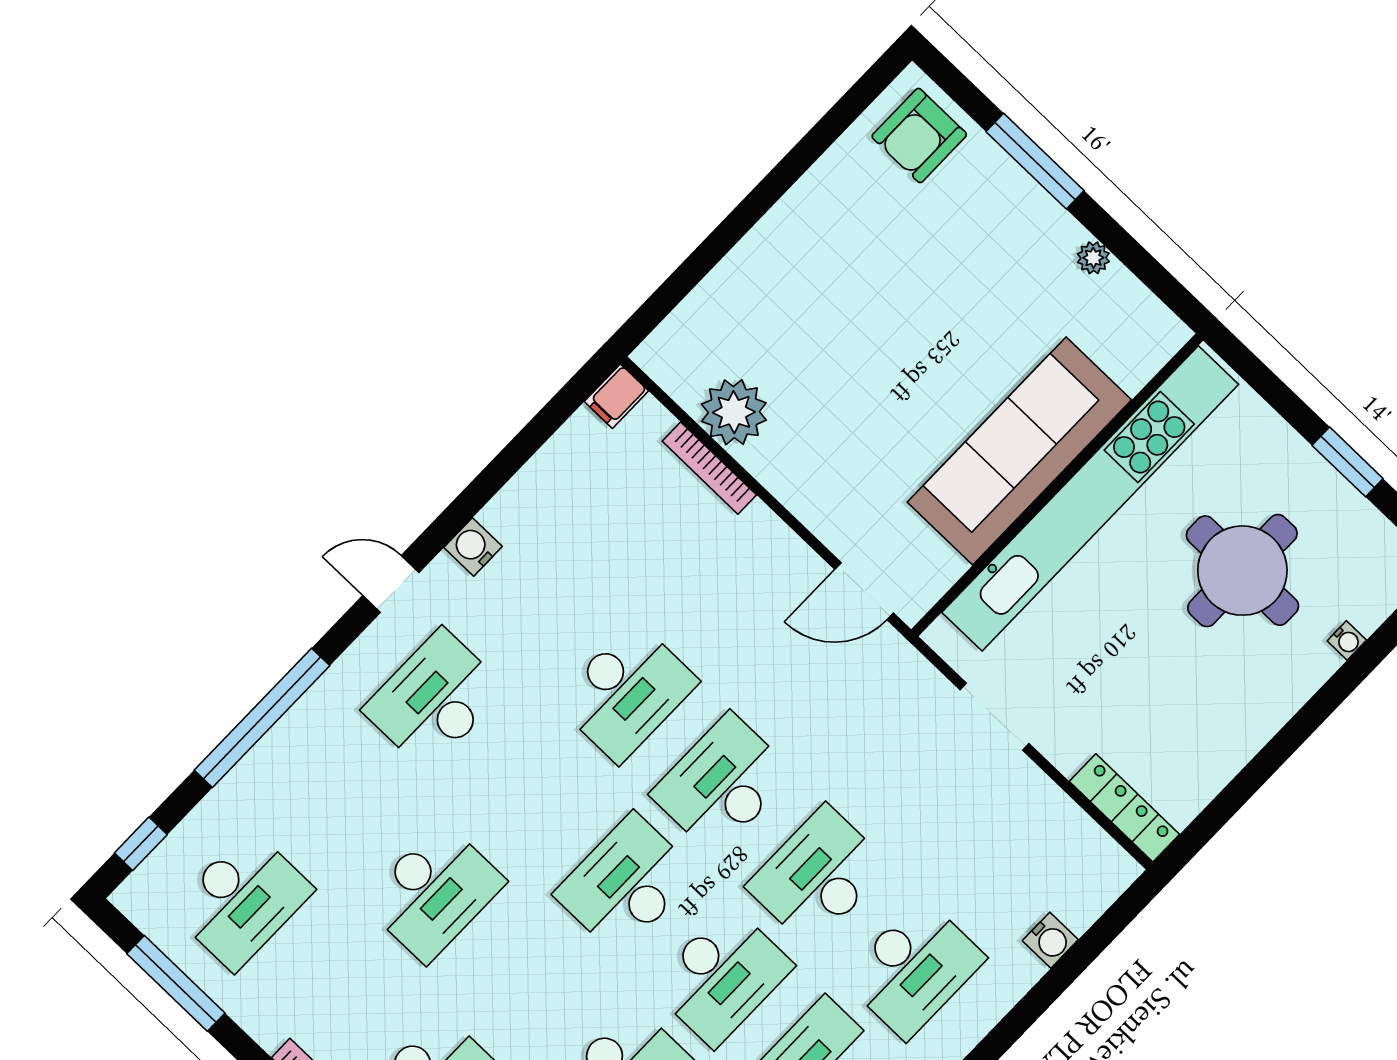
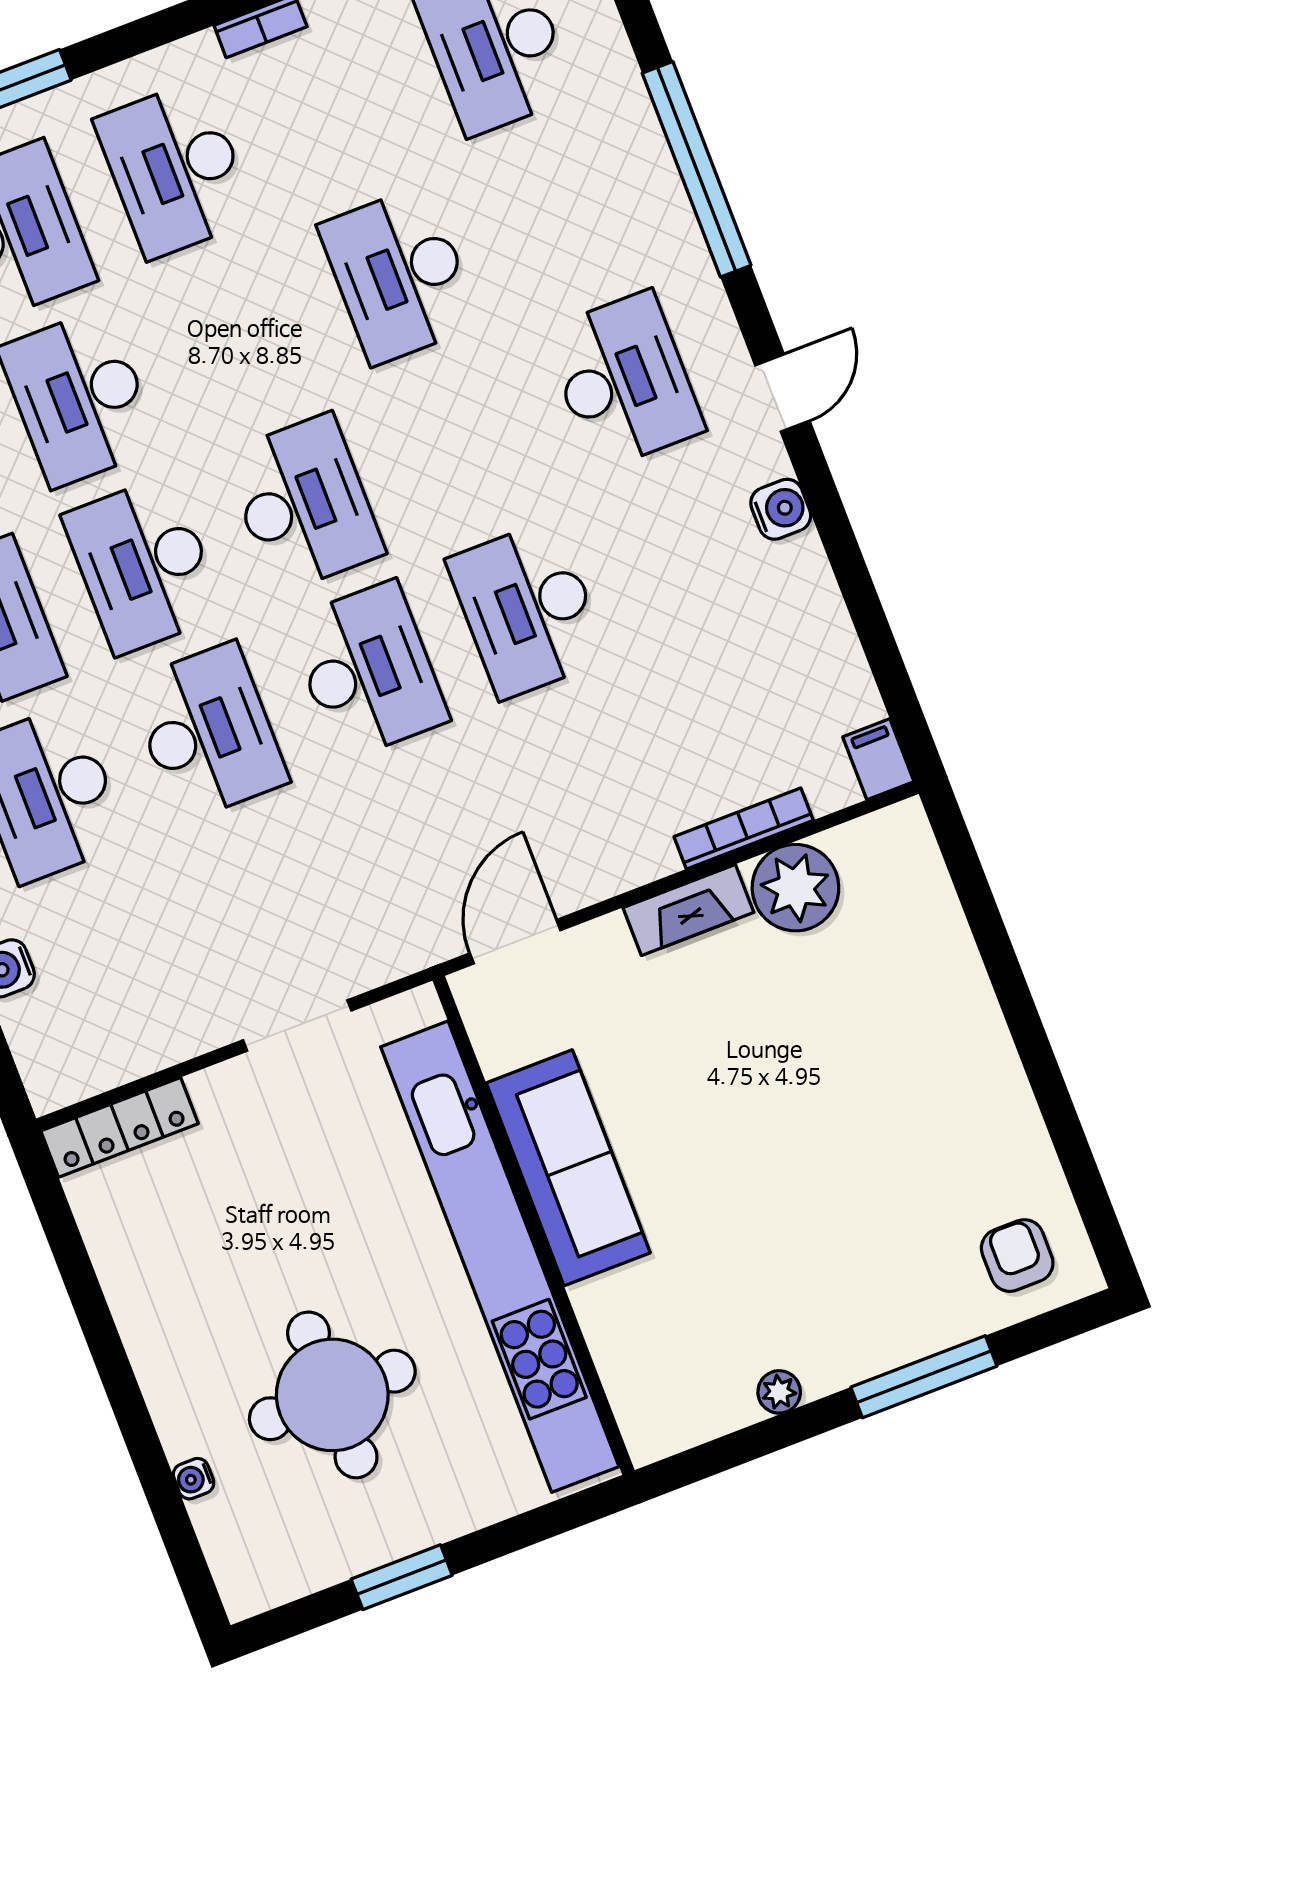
armchair: (919, 135) -> (1017, 1256), width x0.72, depth x0.72
sofa: (1019, 451) -> (568, 1168), width x0.74, depth x0.79
fireplace: (785, 480) -> (688, 910), added

